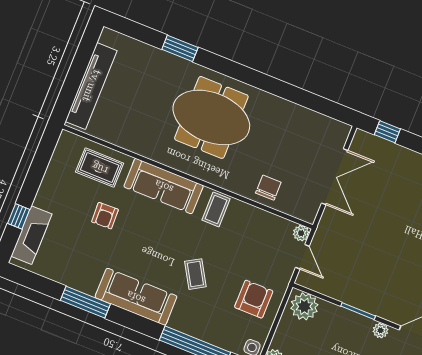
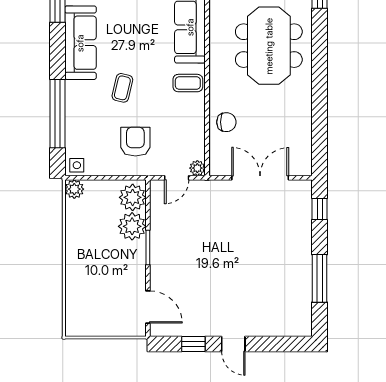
double door: (335, 177) -> (260, 178), swing flipped
coffee table: (195, 274) -> (122, 88), turned -46
armchair: (254, 299) -> (135, 142), moved, turned -90
plant: (381, 330) -> (132, 226), moved, width x1.88, depth x1.88

